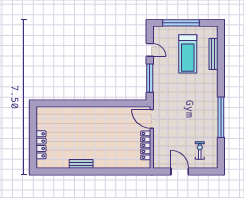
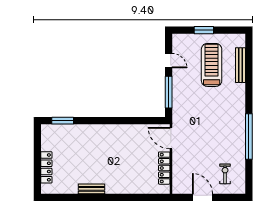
window: (181, 23) -> (204, 30), width x0.47
treadmill: (188, 54) -> (212, 65), turned 180
window: (55, 103) -> (63, 121), added

